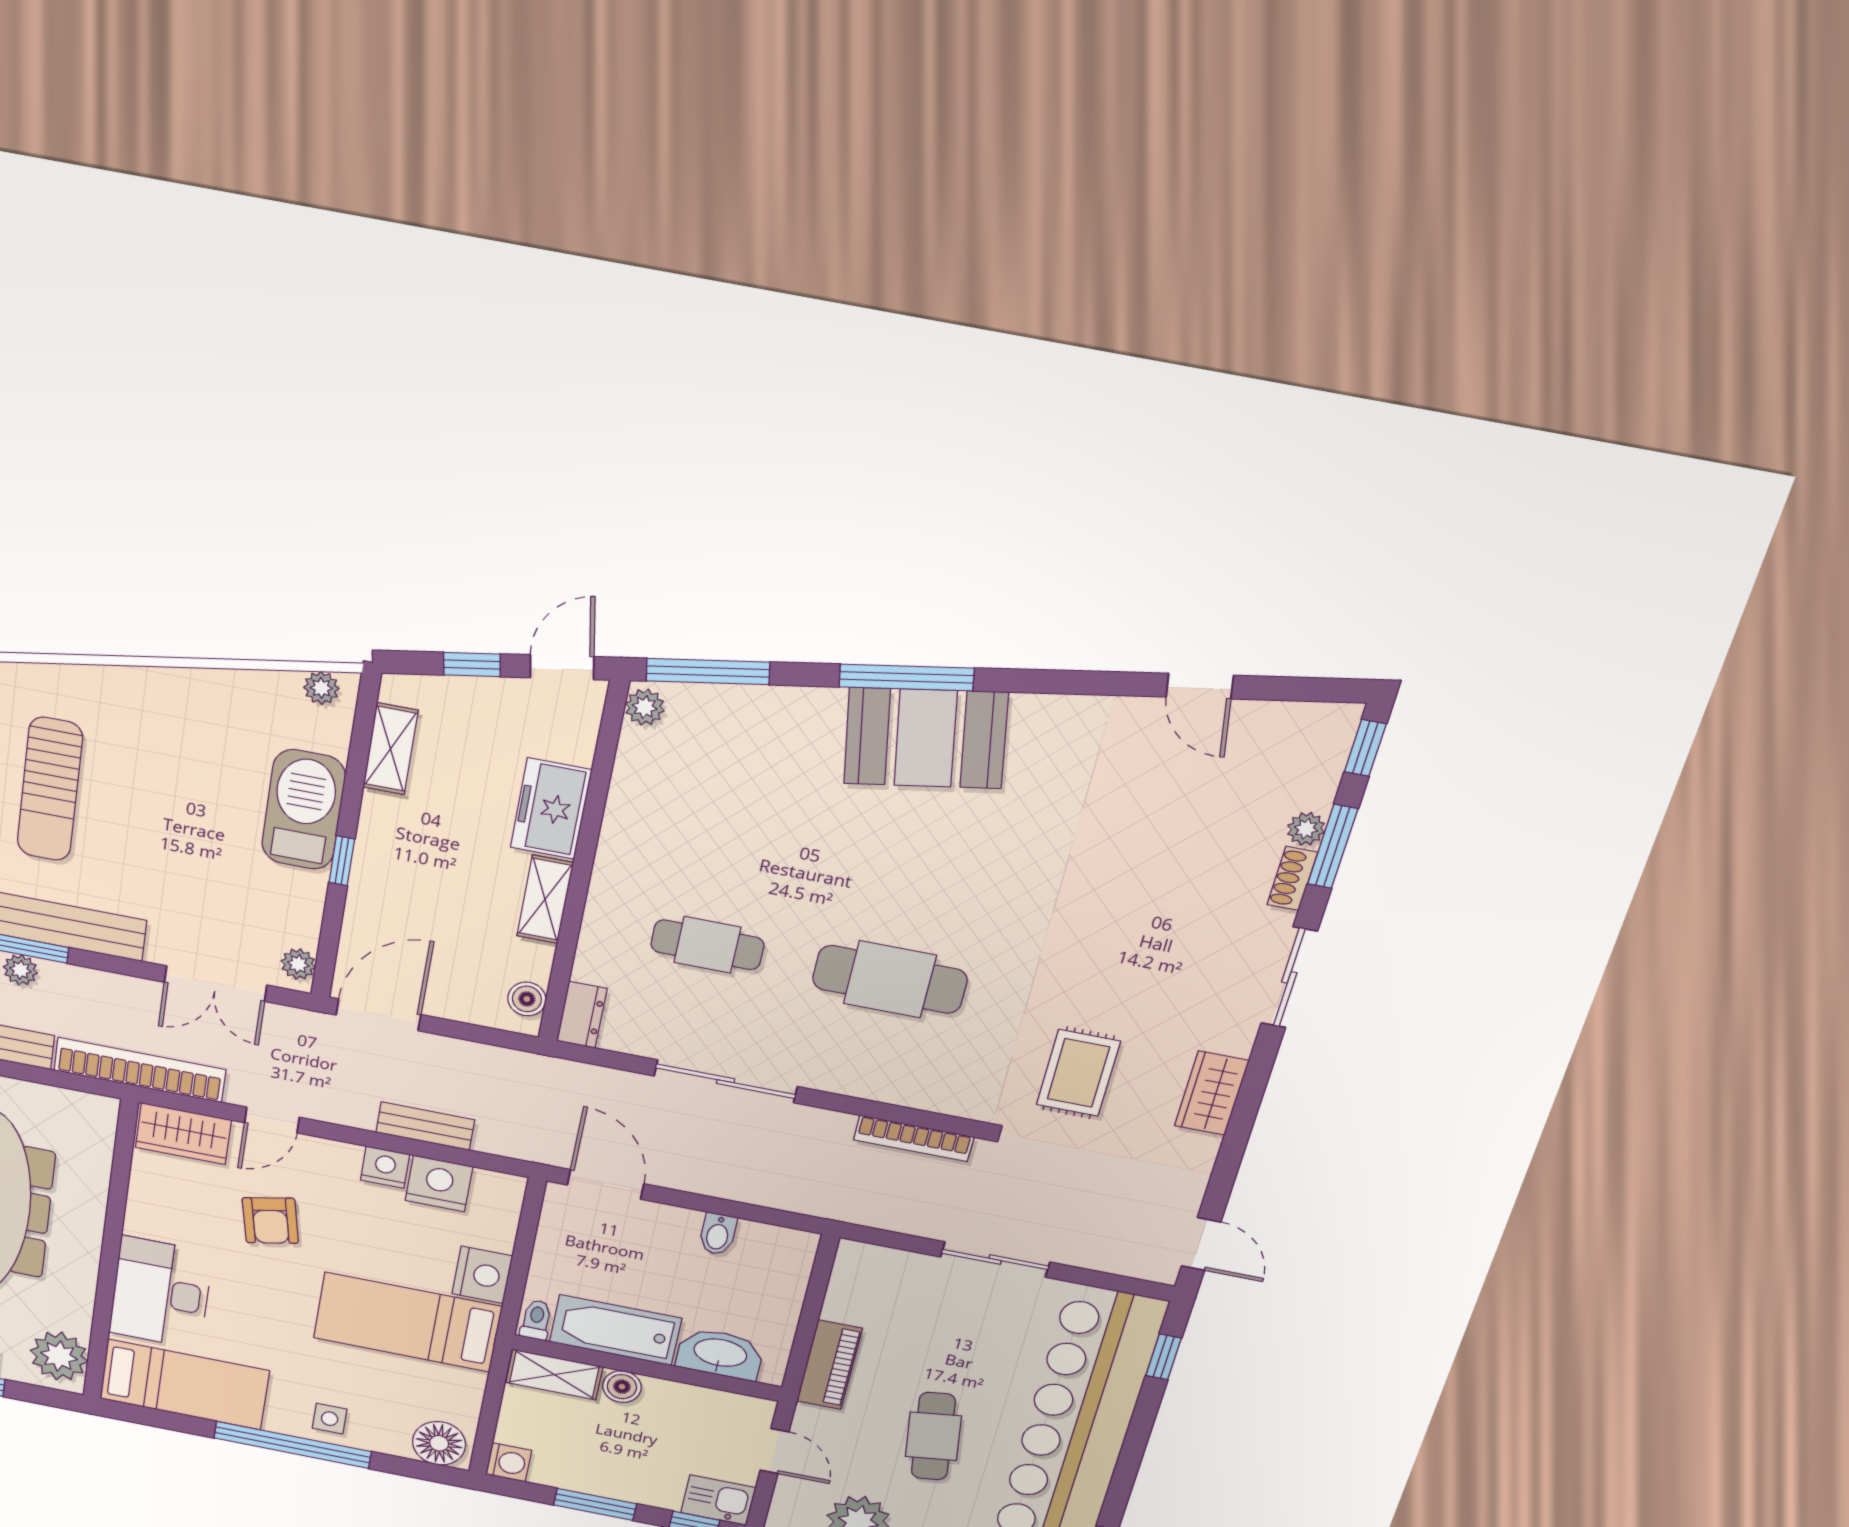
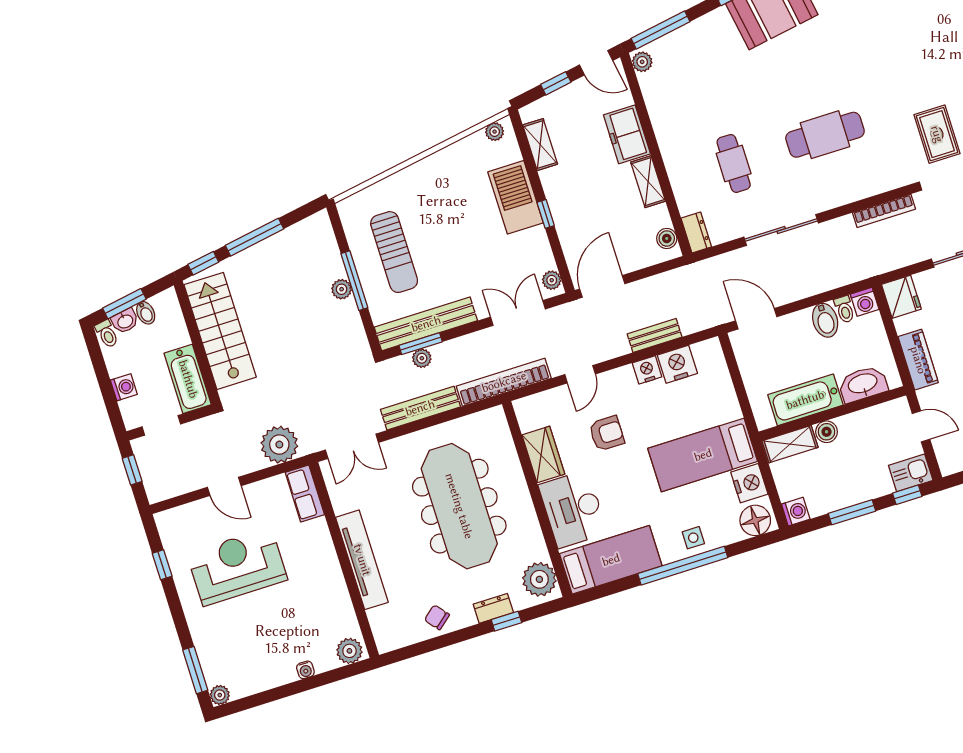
door: (562, 667) -> (596, 63), swing flipped
cafe table: (707, 945) -> (734, 163), turned 90
double door: (216, 984) -> (518, 313), swing flipped
wardrobe: (183, 1134) -> (543, 455), moved, turned -90
armchair: (270, 1220) -> (607, 433), turned -78
bidet: (718, 1234) -> (825, 320), width x1.38, depth x1.36
washing machine: (796, 1247) -> (865, 302), added
fridge: (860, 1270) -> (901, 297), added
nightstand: (482, 1275) -> (749, 483), moved
toilet: (536, 1320) -> (845, 309), moved, turned 180

